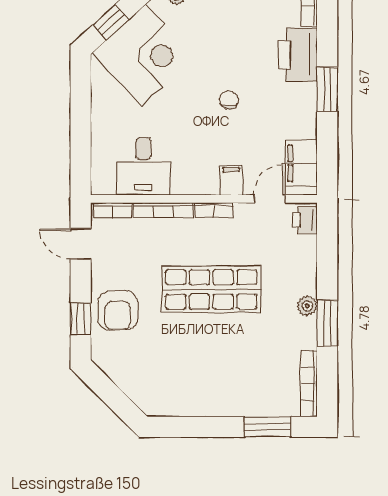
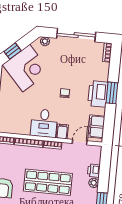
printer: (298, 55) -> (98, 94), moved
desk: (143, 166) -> (44, 123), moved
printer: (305, 220) -> (94, 171), moved
plant: (307, 306) -> (94, 183), moved

